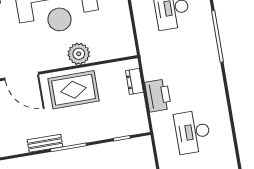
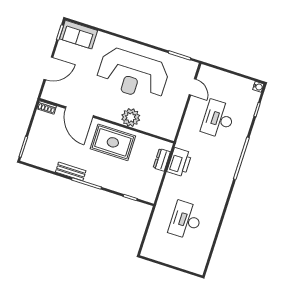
printer: (158, 95) -> (179, 162), moved

